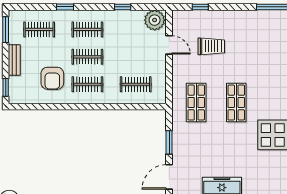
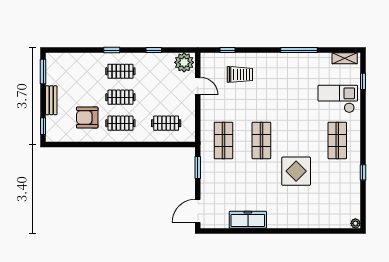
window: (65, 7) -> (112, 50), moved
clothes rail: (39, 29) -> (75, 71), removed
trolley: (211, 46) -> (240, 74), moved
armchair: (52, 78) -> (87, 118), turned 90
window: (169, 142) -> (198, 168), moved

